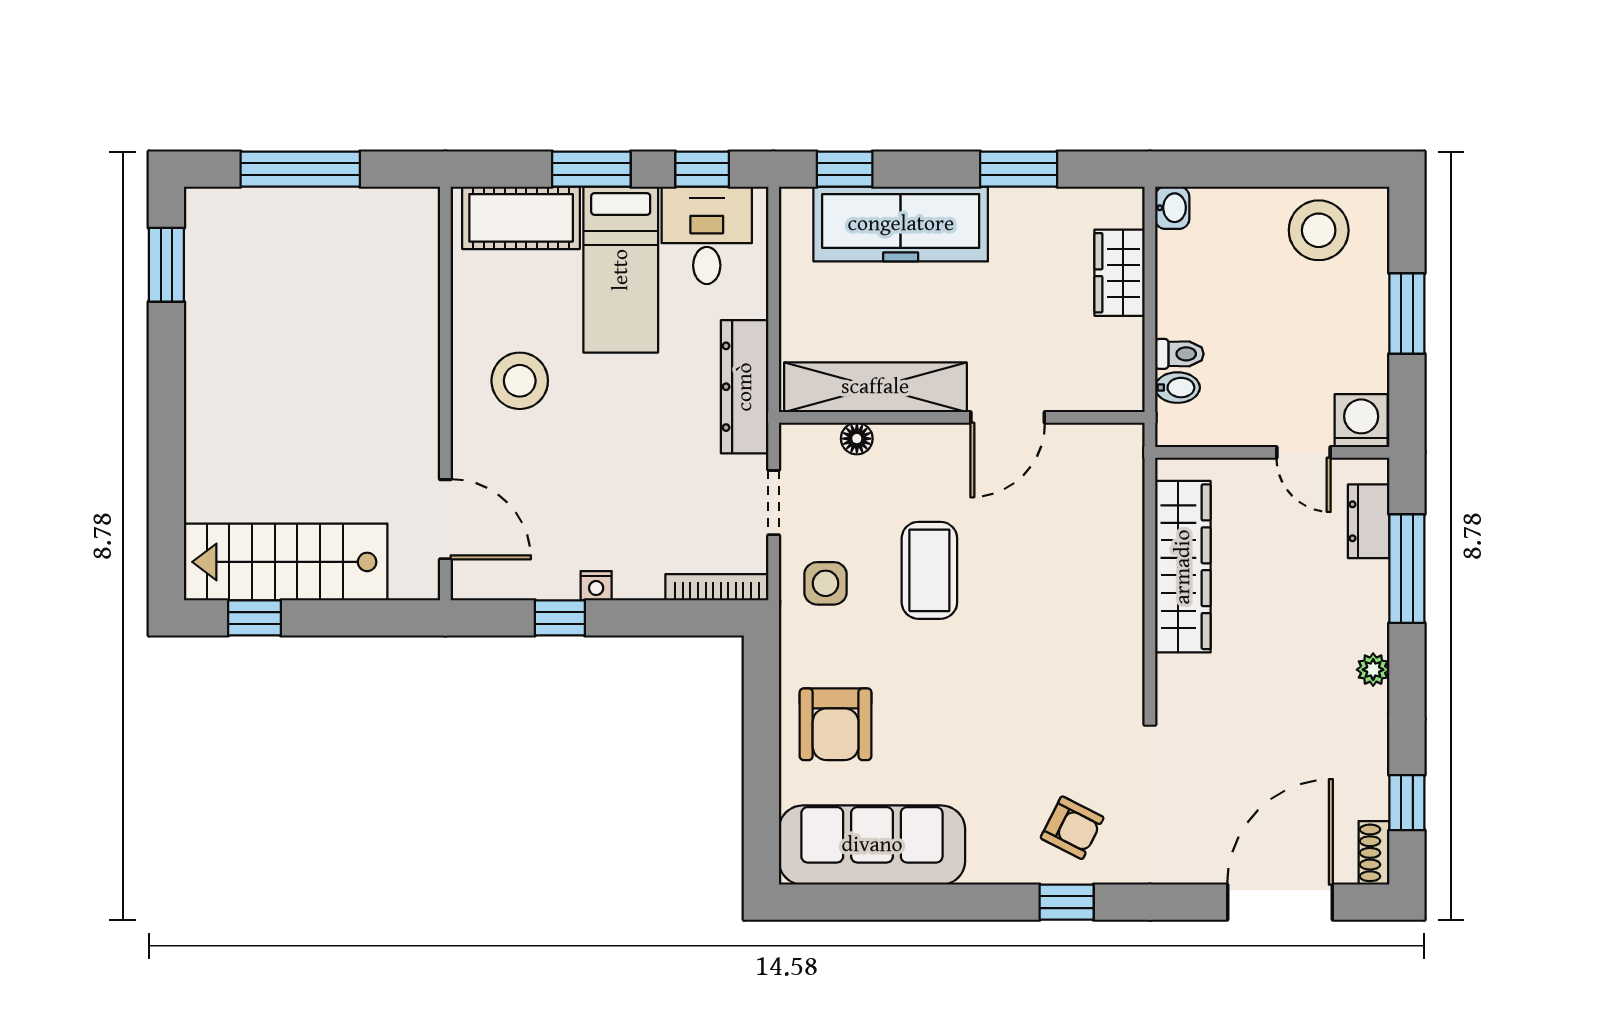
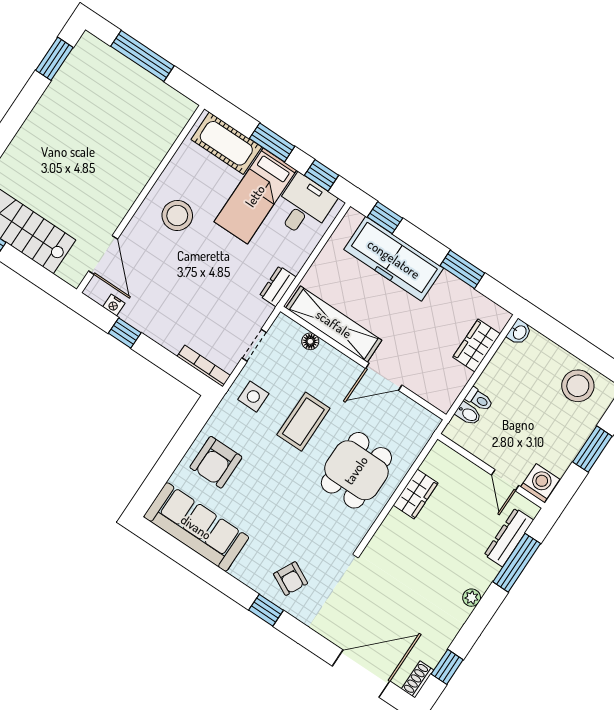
dresser: (745, 387) -> (278, 286), width x0.51, depth x0.80
dresser: (1369, 521) -> (509, 537), width x1.44
wardrobe: (1183, 567) -> (416, 494), width x0.48, depth x0.85
nightstand: (596, 586) -> (114, 305), moved
dining table: (1062, 591) -> (356, 470), added

